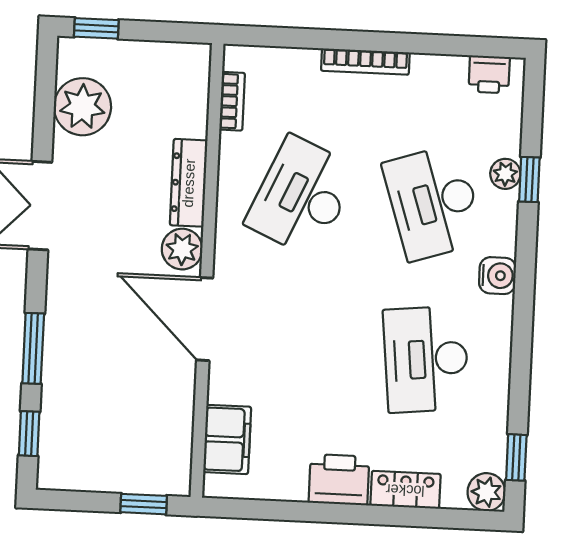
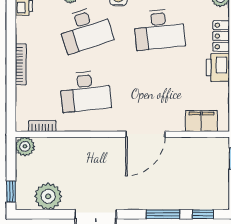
dresser: (189, 183) -> (82, 145), removed
desk: (302, 196) -> (85, 91), turned -30
plant: (182, 249) -> (25, 146), moved

